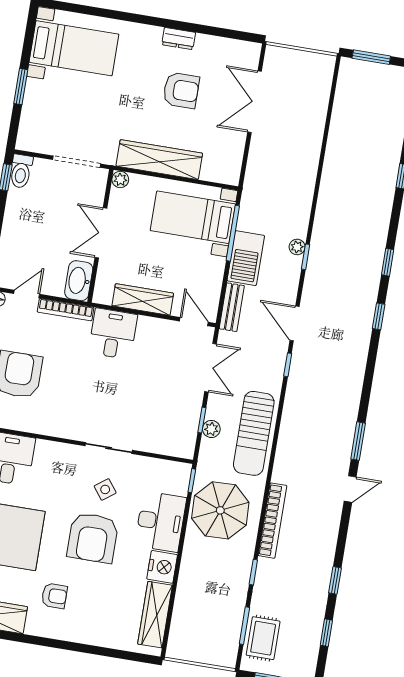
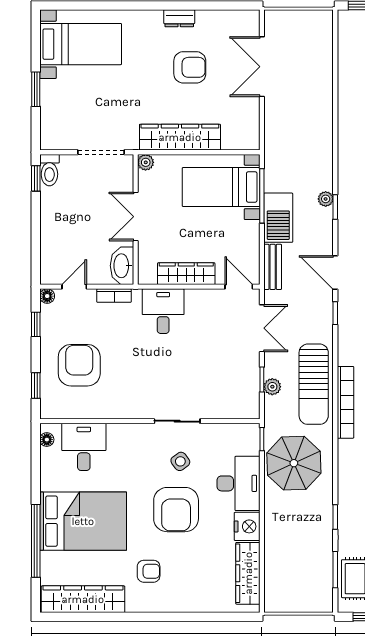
bookcase: (66, 310) -> (114, 296), width x0.64
bookcase: (273, 521) -> (345, 402), moved

